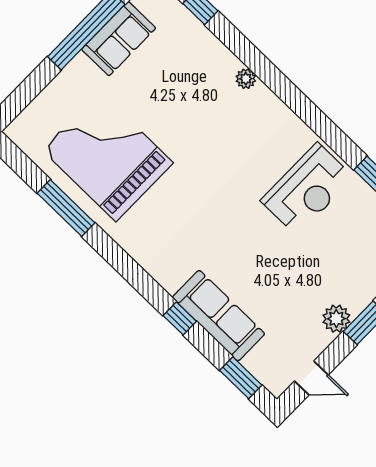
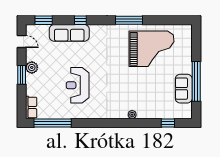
reception desk: (307, 189) -> (78, 85), moved
window: (66, 208) -> (129, 20), moved
door: (311, 378) -> (22, 42), swing flipped

